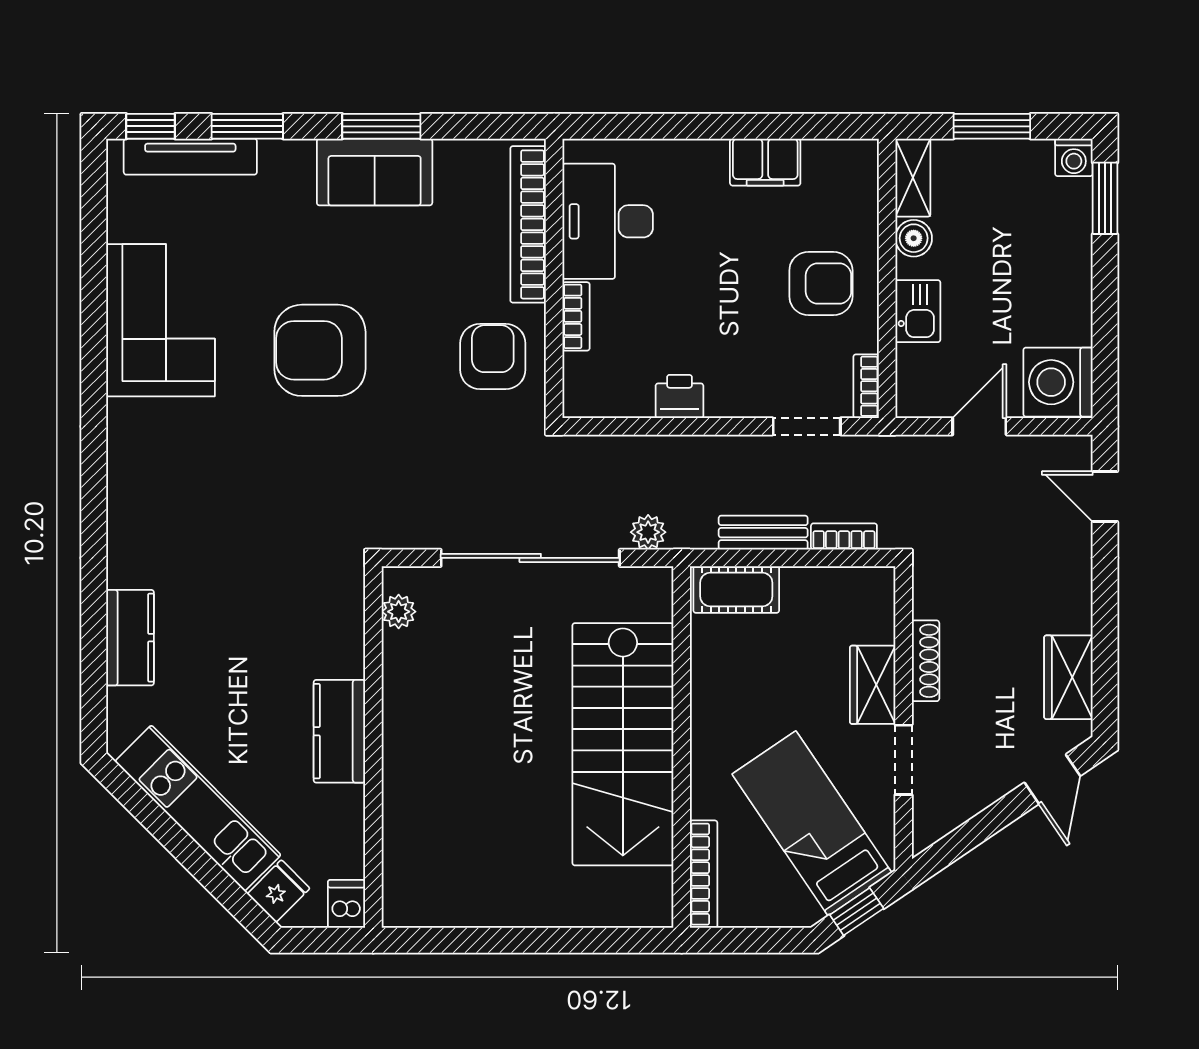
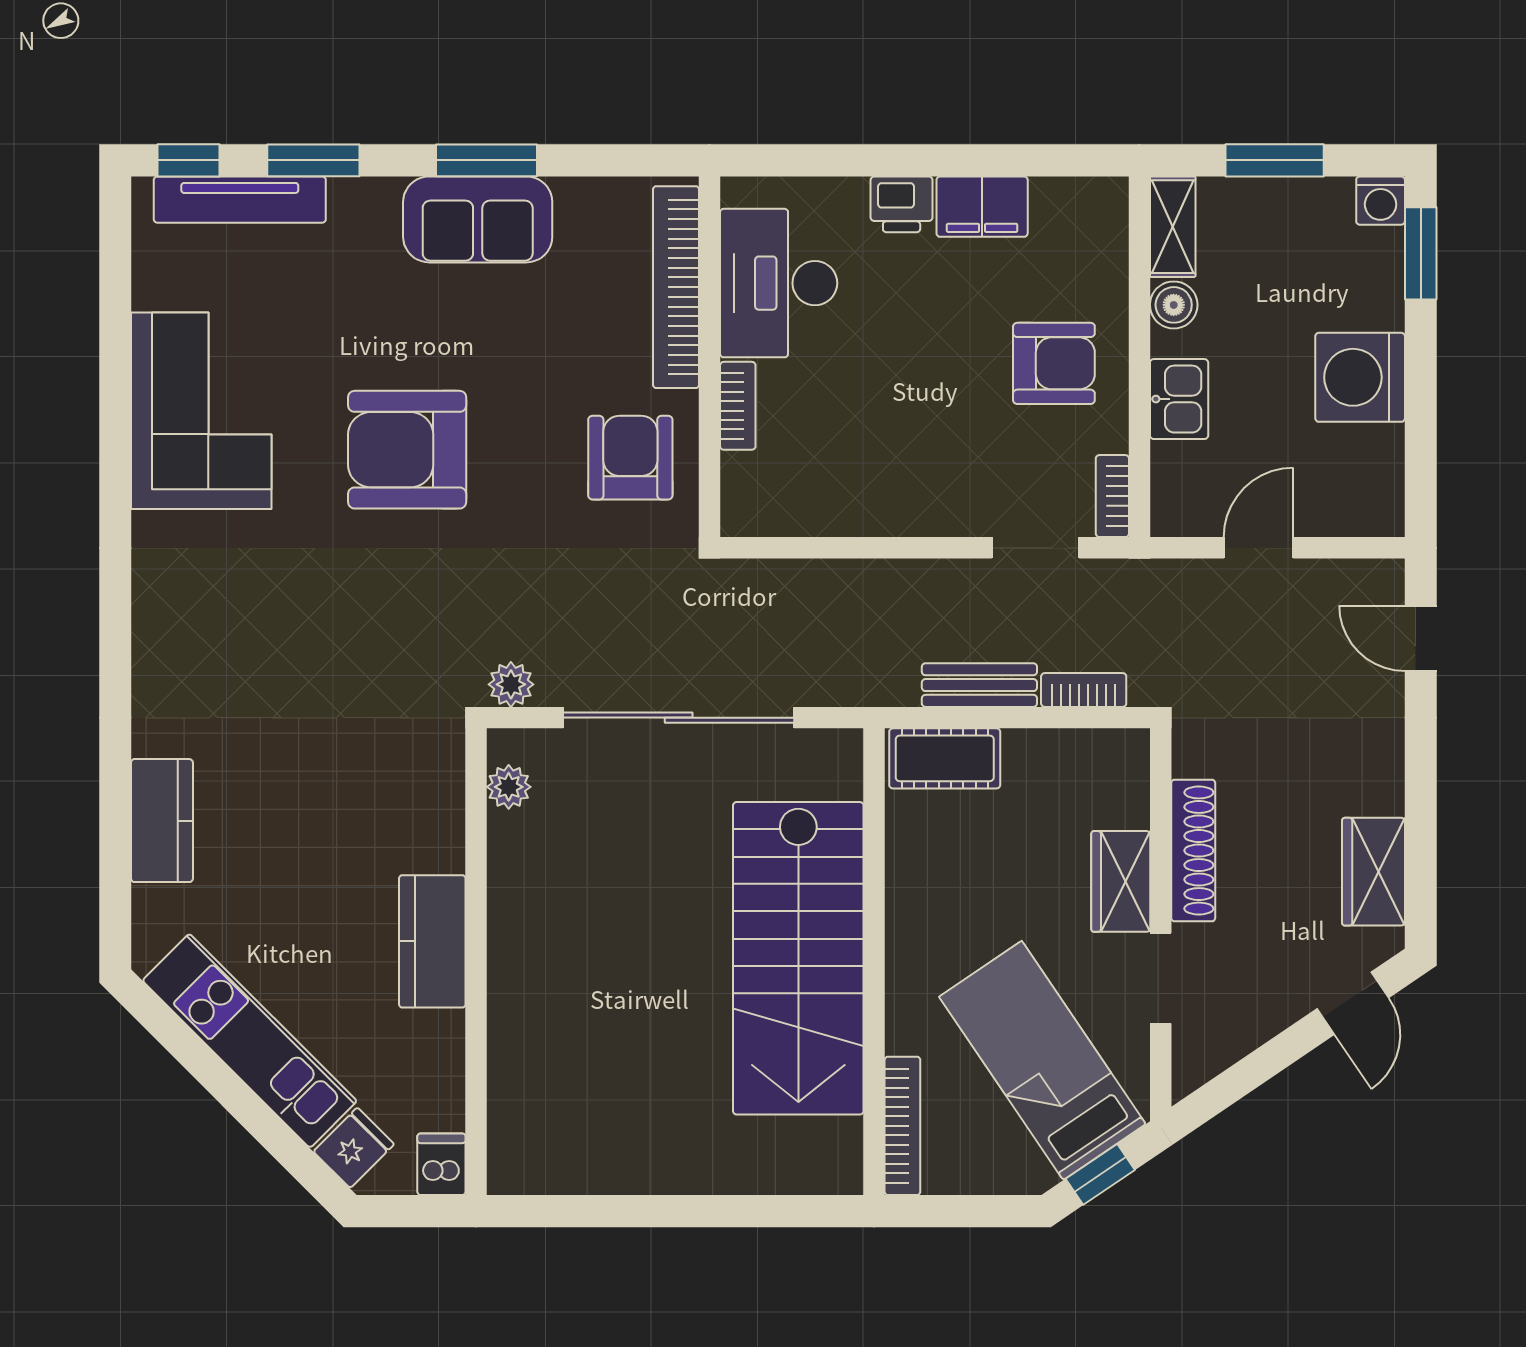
washing machine: (1058, 382) -> (1360, 377), moved
printer: (679, 396) -> (902, 204), moved, turned 180
plant: (648, 532) -> (511, 684), moved
shoe rack: (926, 661) -> (1193, 851), width x1.36, depth x1.24

